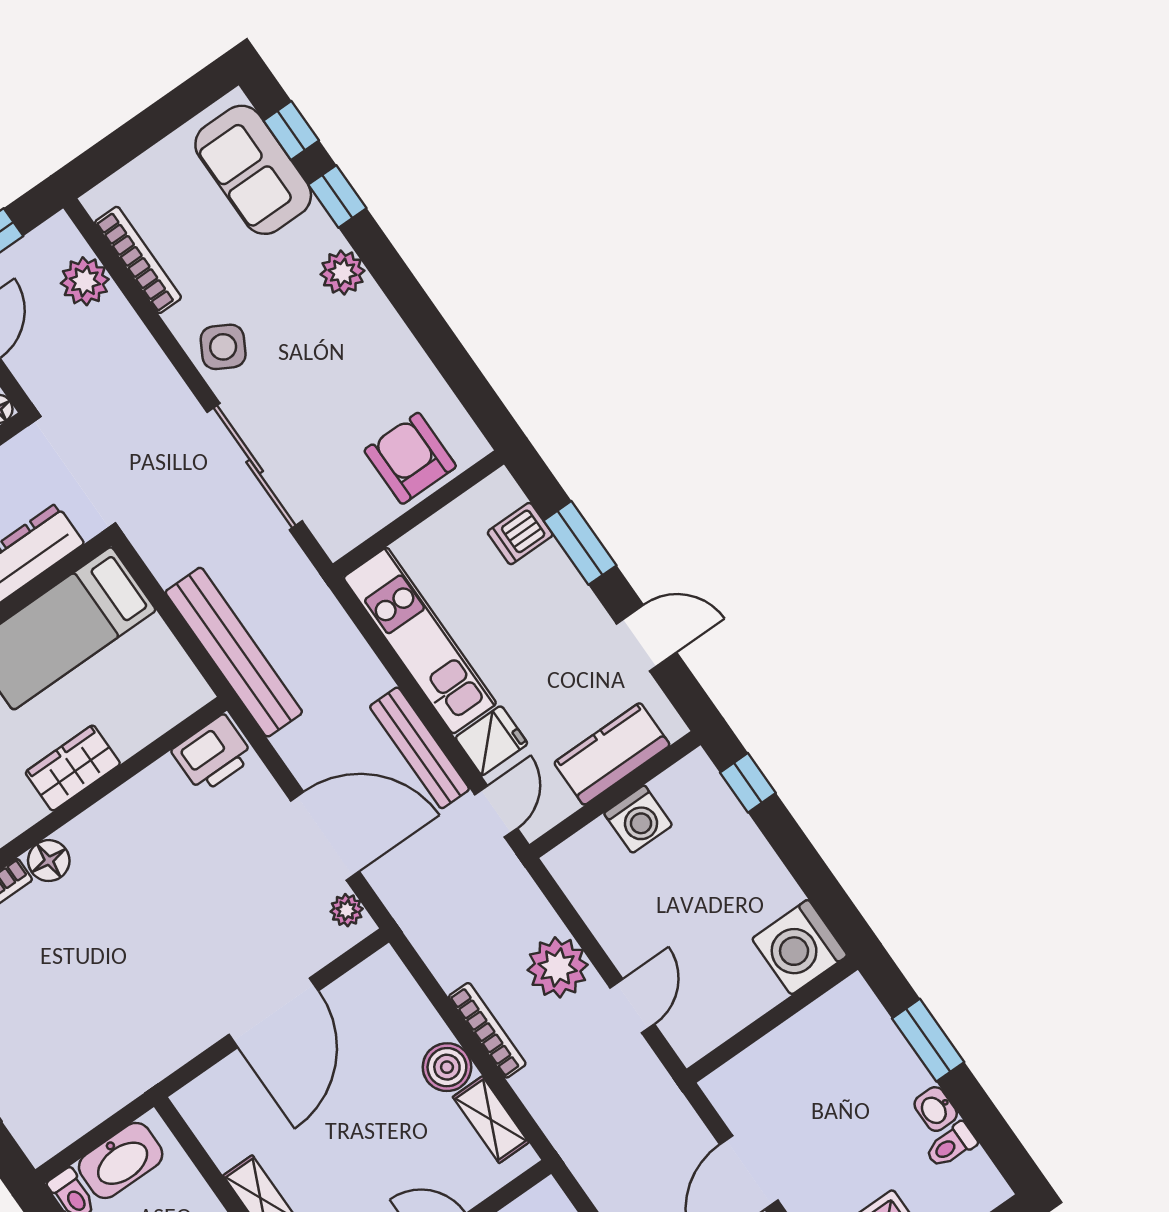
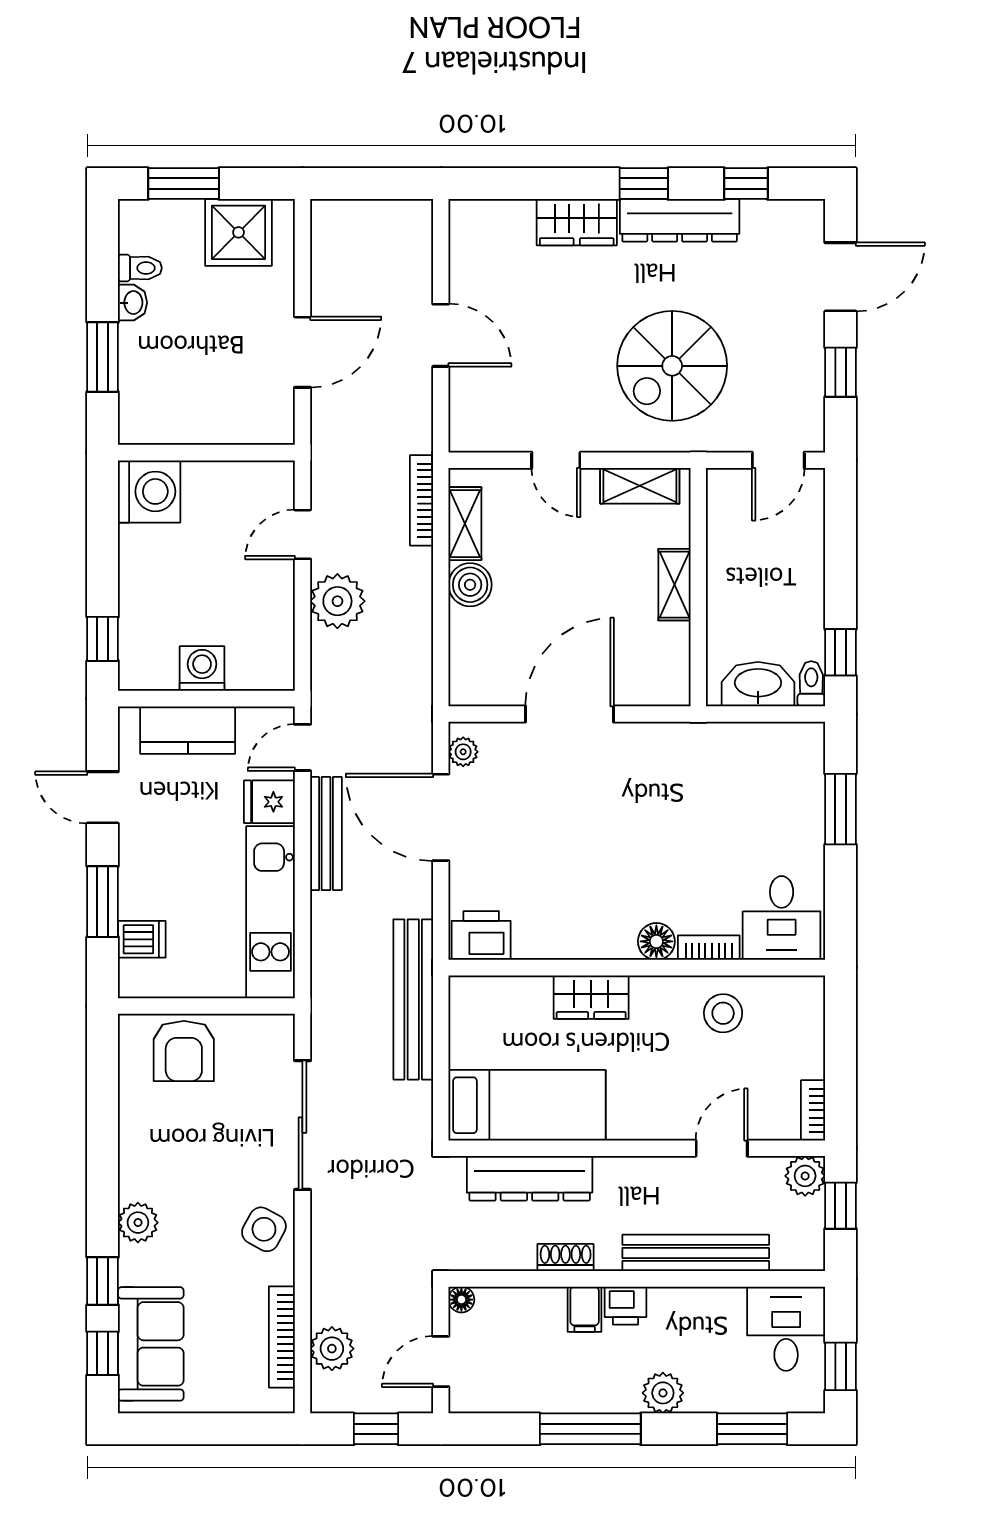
bookcase: (487, 1030) -> (422, 500), moved

